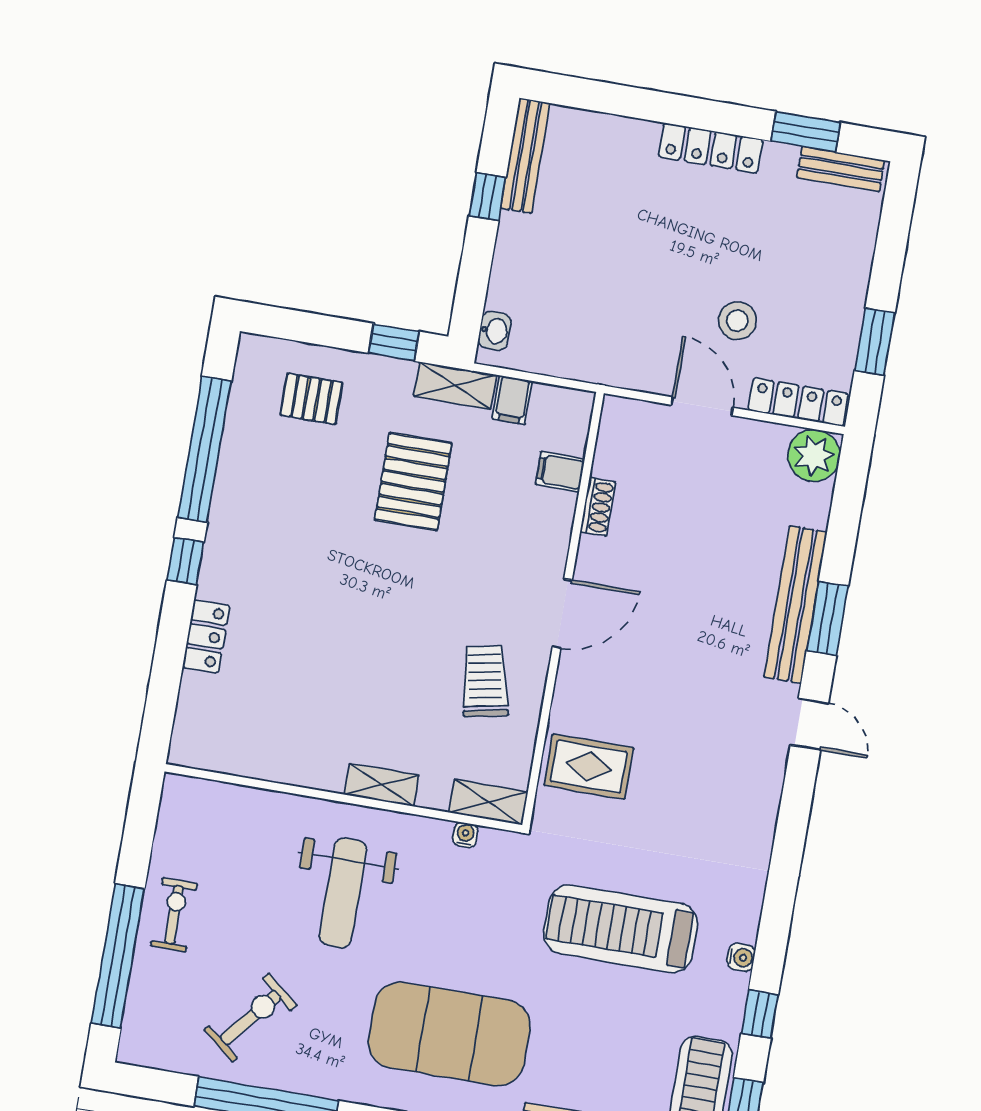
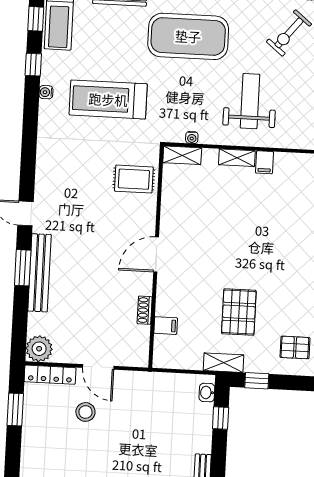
window: (487, 197) -> (221, 418), moved
filing cabinet: (512, 400) -> (264, 162), moved, turned 180
trolley: (485, 681) -> (191, 216), removed
treadmill: (621, 929) -> (108, 99), turned 180

